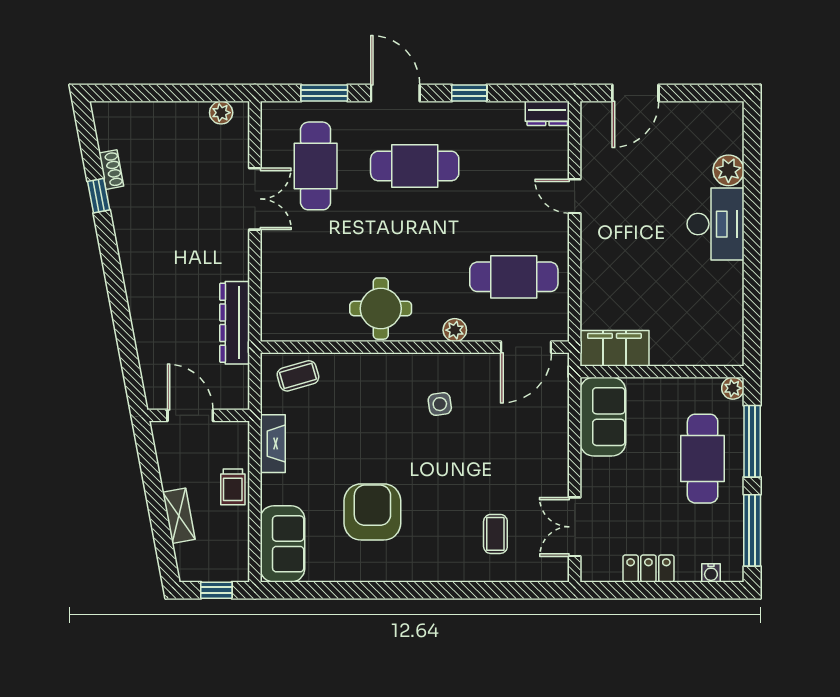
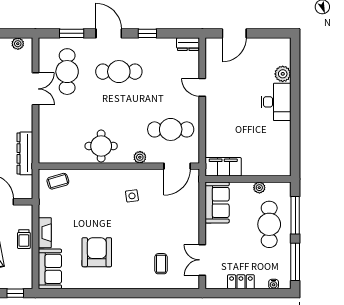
plant: (733, 388) -> (259, 188), moved
fireplace: (273, 444) -> (45, 233), moved

